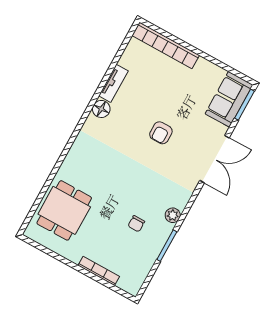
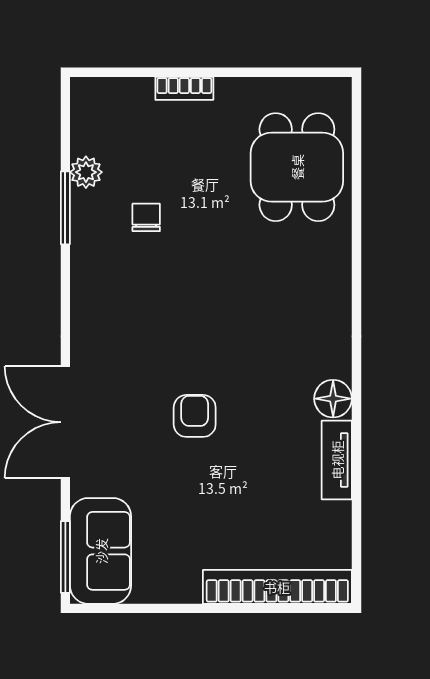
plant: (173, 215) -> (86, 172), moved
bookcase: (99, 271) -> (184, 88), width x0.64

